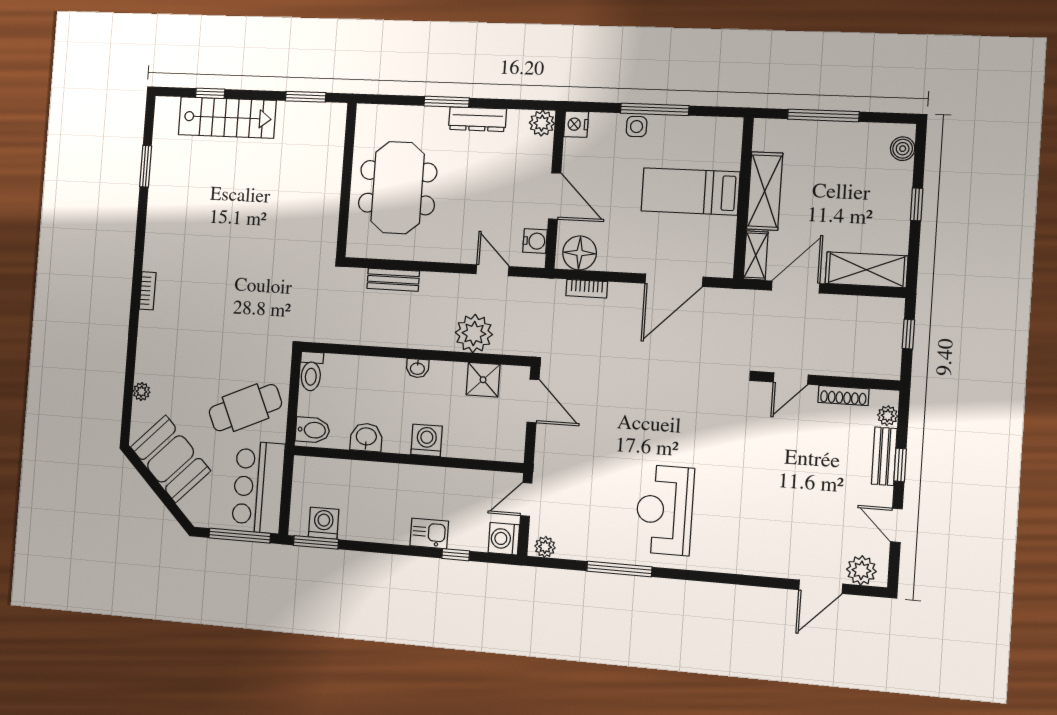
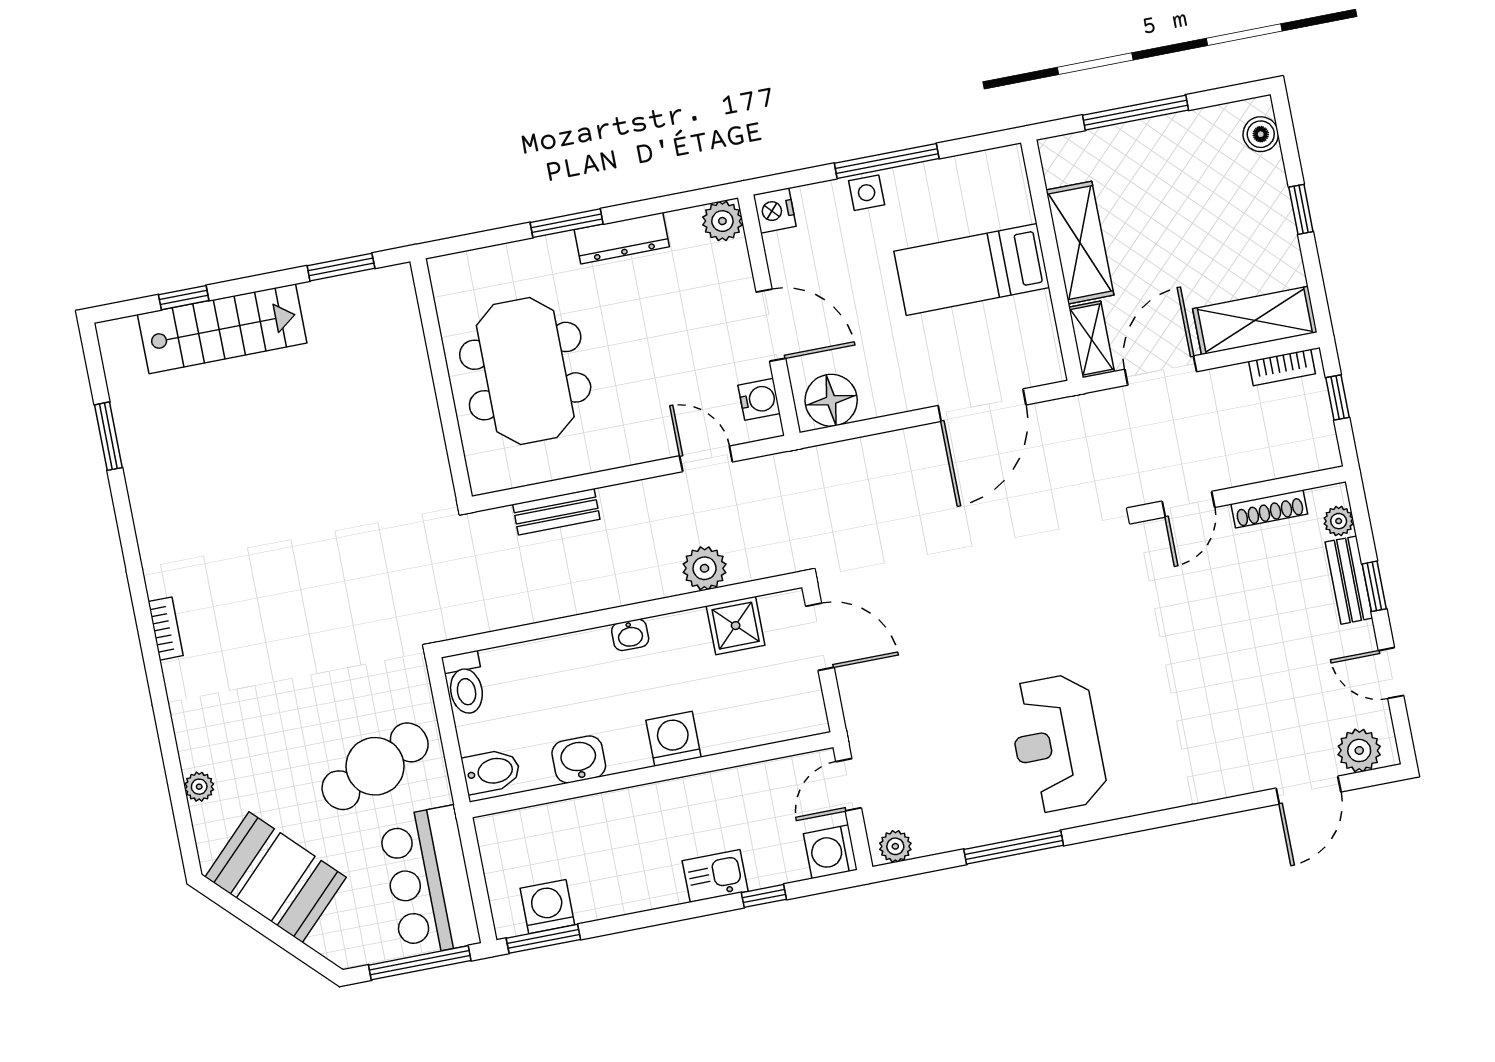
bookcase: (587, 289) -> (1282, 368), moved
plant: (474, 333) -> (705, 568), width x0.73, depth x0.73

